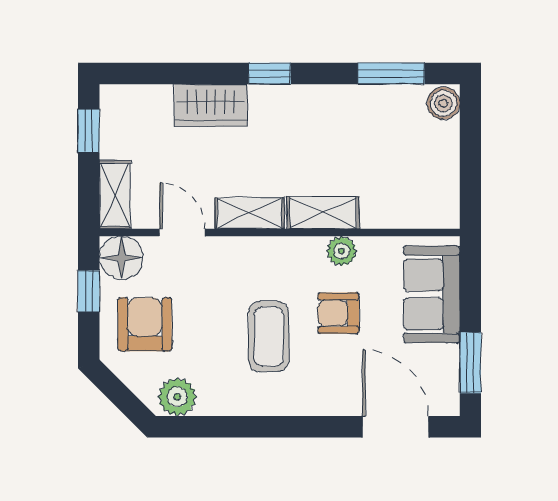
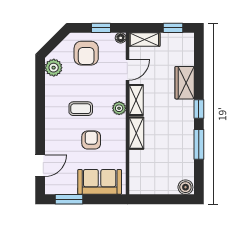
window: (391, 73) -> (199, 144), moved
plant: (342, 251) -> (119, 108), moved
floor lamp: (121, 258) -> (121, 38), width x0.53, depth x0.53
armchair: (145, 324) -> (86, 53), turned 90
coffee table: (269, 337) -> (81, 109), width x0.73, depth x0.77
door: (395, 427) -> (40, 166), width x0.73

